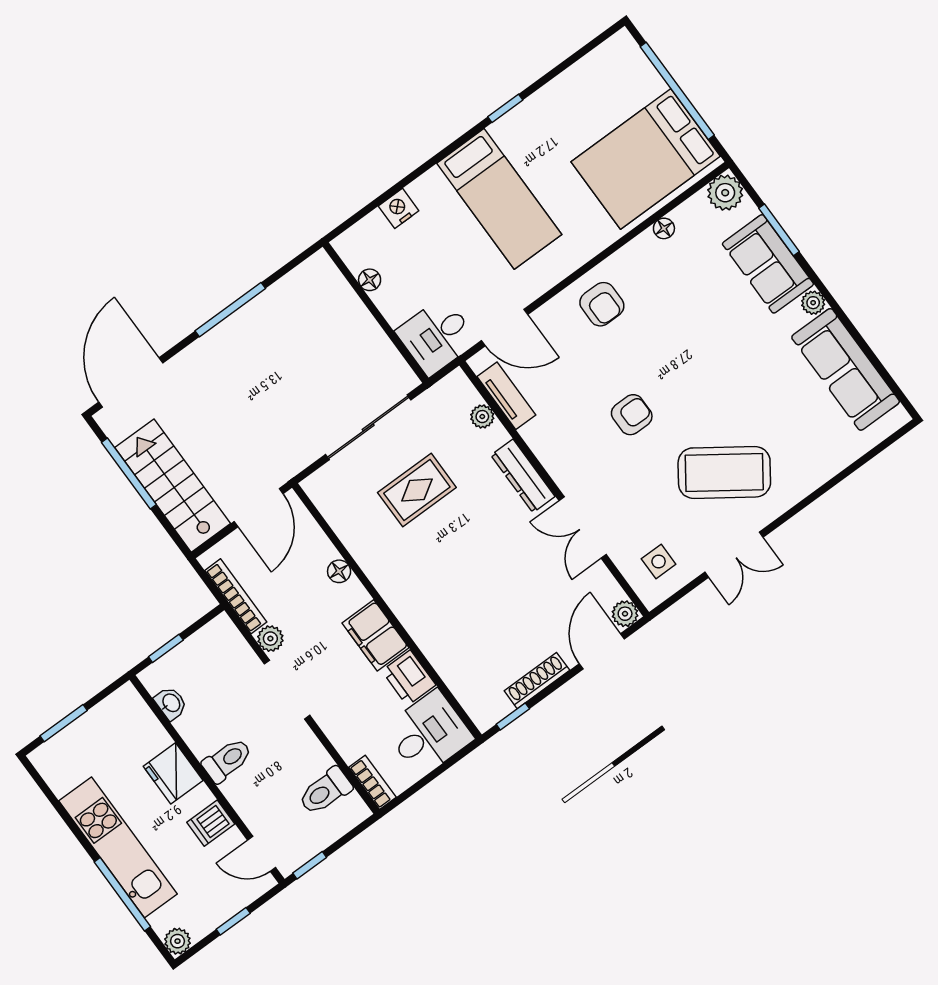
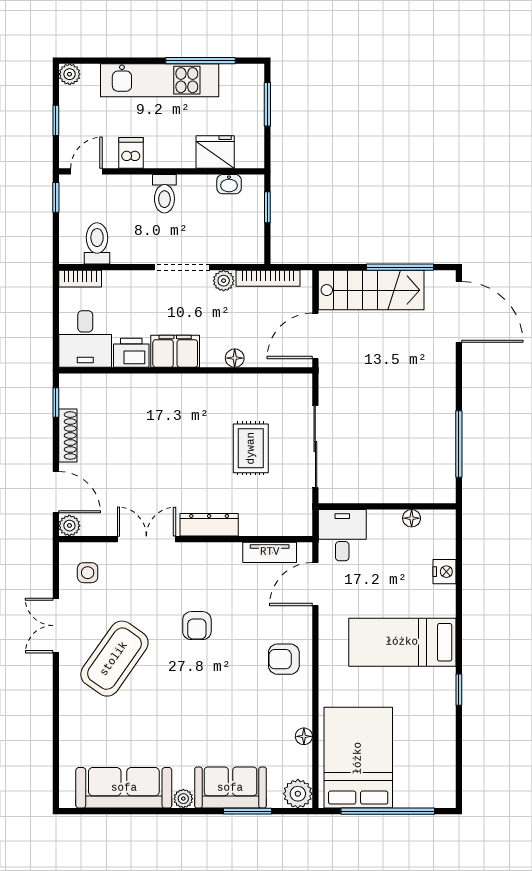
window: (230, 310) -> (459, 444), moved
plant: (482, 417) -> (268, 527), removed
door: (259, 508) -> (315, 336), hinge flipped
fridge: (173, 773) -> (215, 152), moved
window: (122, 894) -> (200, 61), moved

